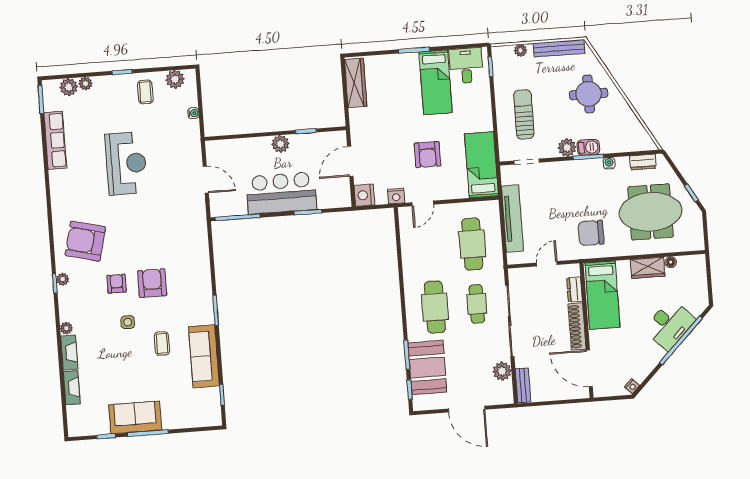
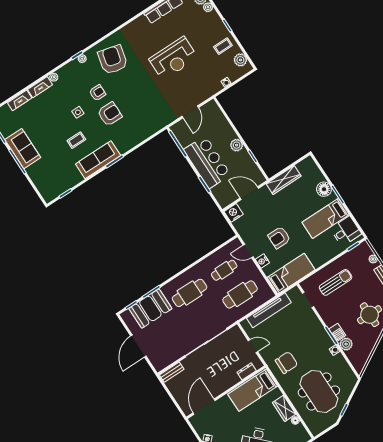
floor lamp: (398, 64) -> (324, 189), added
wardrobe: (356, 83) -> (284, 180), moved
plant: (567, 148) -> (346, 344), moved
dresser: (643, 162) -> (347, 370), removed
nightstand: (396, 196) -> (262, 261), moved
chair: (591, 233) -> (286, 363), turned 90
cafe table: (477, 304) -> (224, 270), moved
shoe rack: (577, 326) -> (225, 385), removed
sofa: (204, 356) -> (98, 160), moved
plant: (502, 371) -> (173, 355), removed

